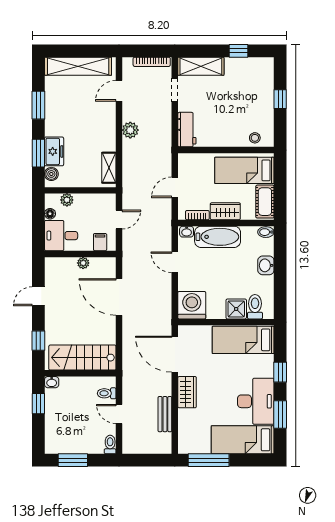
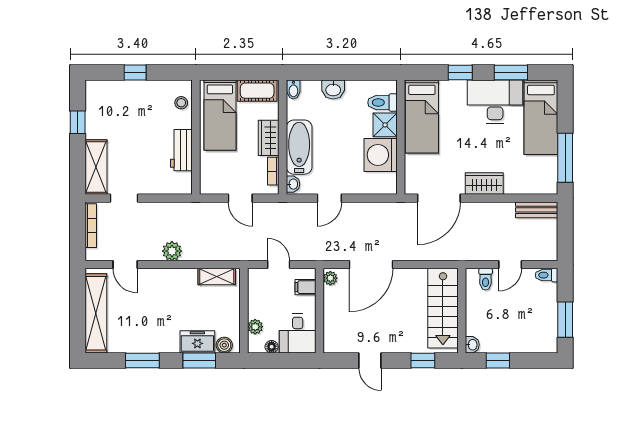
workbench: (187, 130) -> (181, 150), moved, turned -90
plant: (83, 263) -> (330, 278), moved
washing machine: (192, 305) -> (381, 155), moved
bench: (165, 414) -> (537, 210), moved

